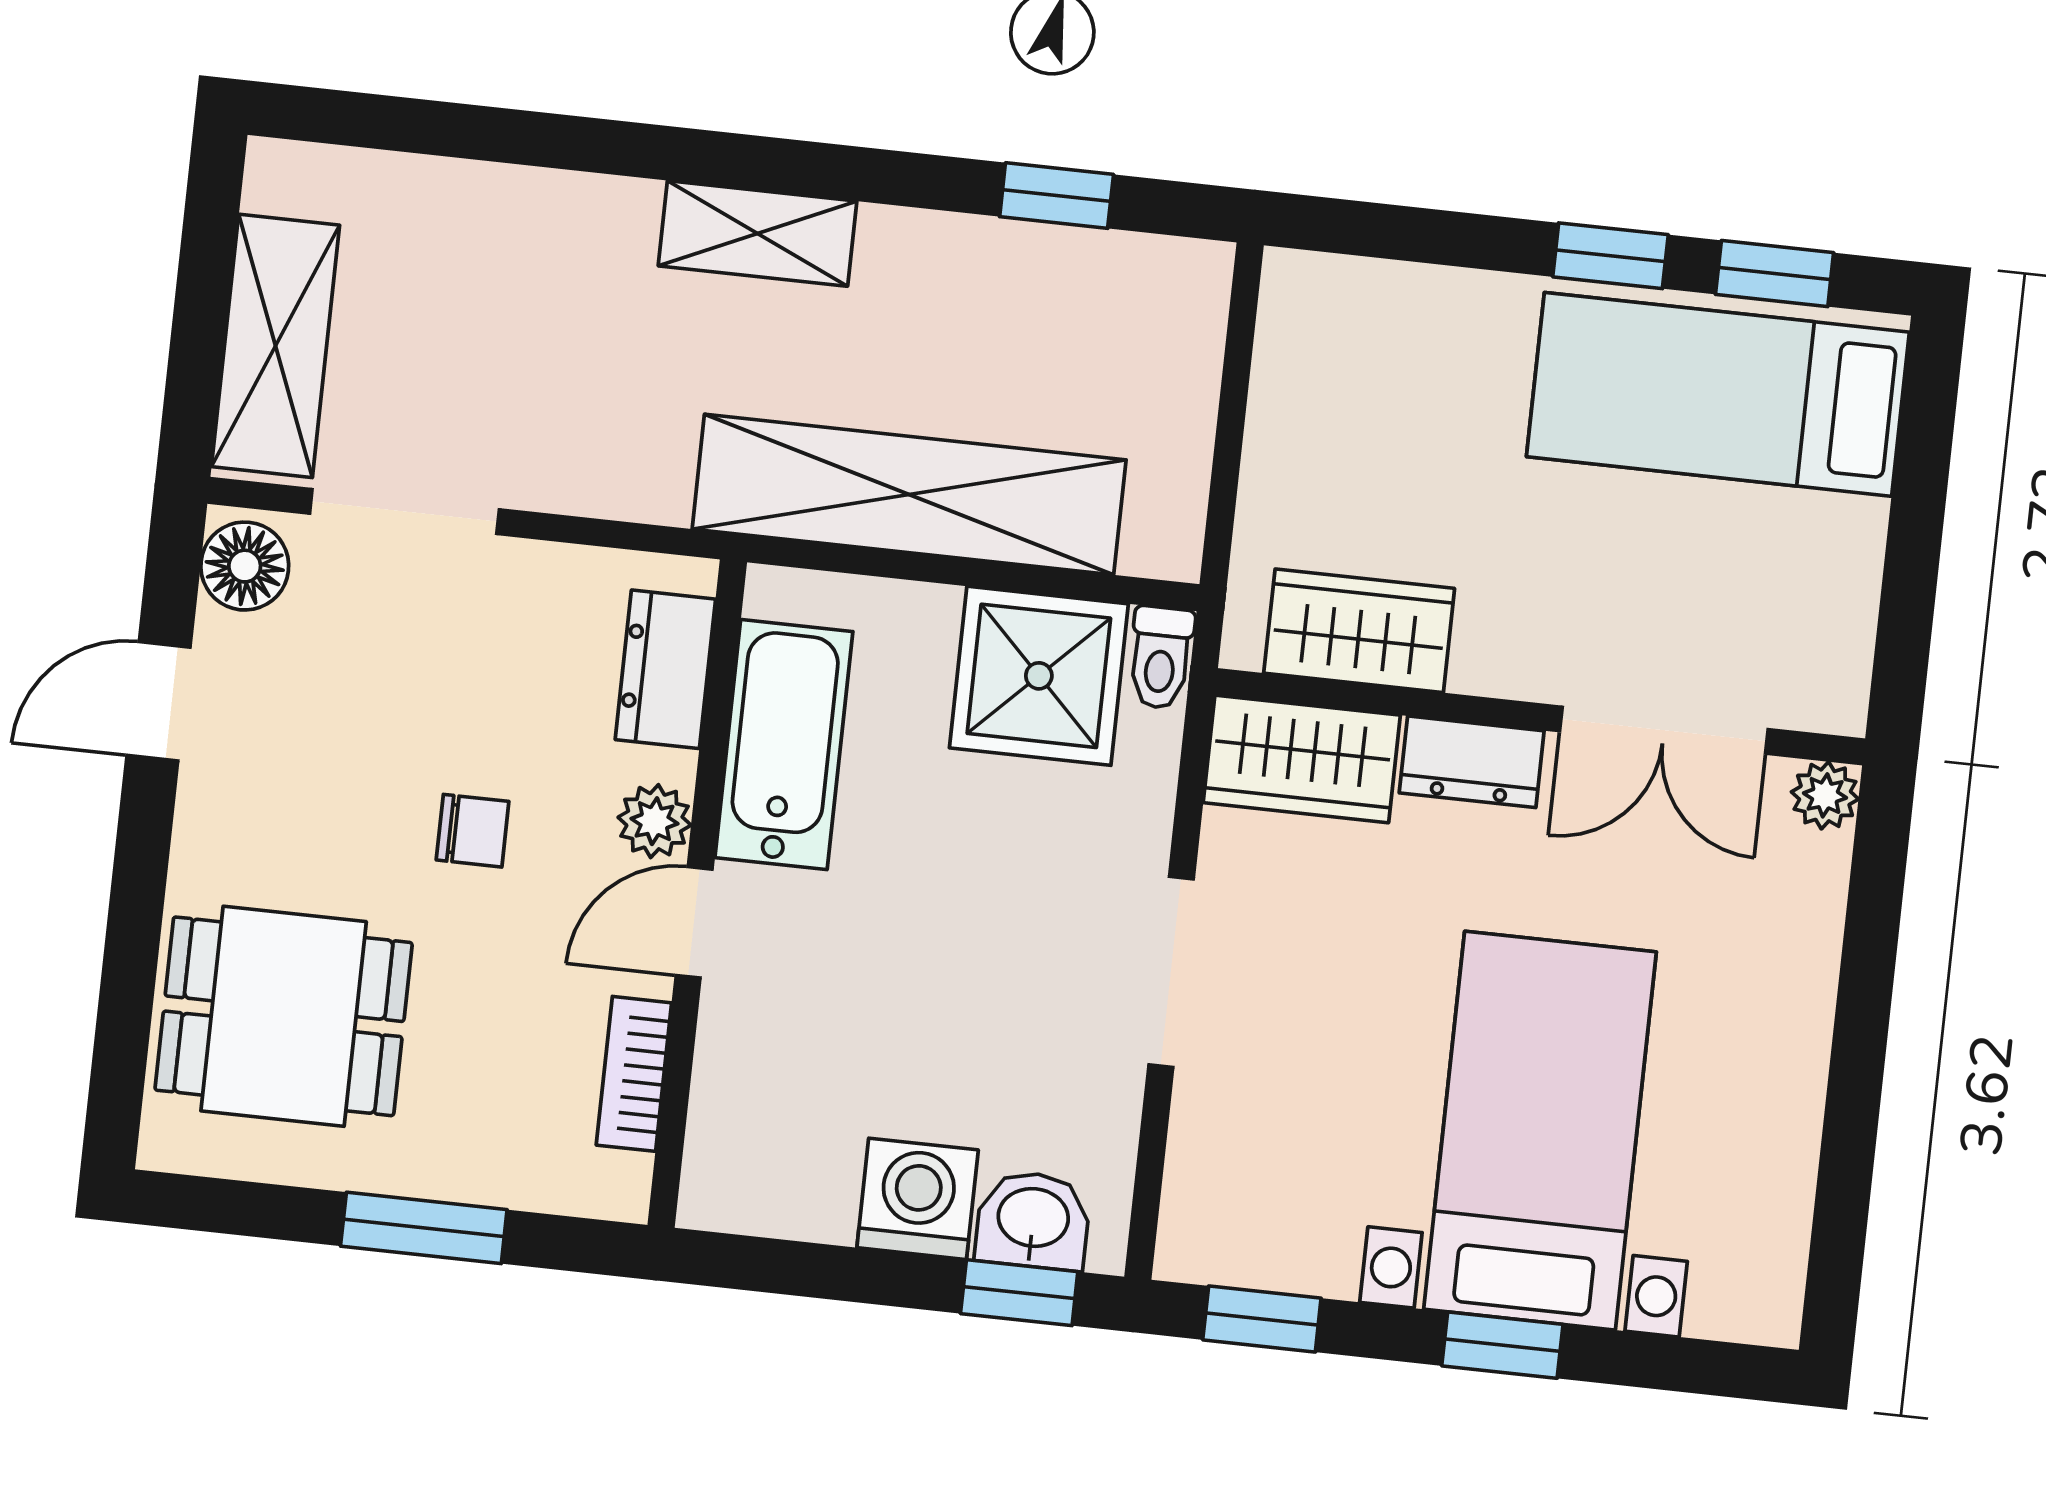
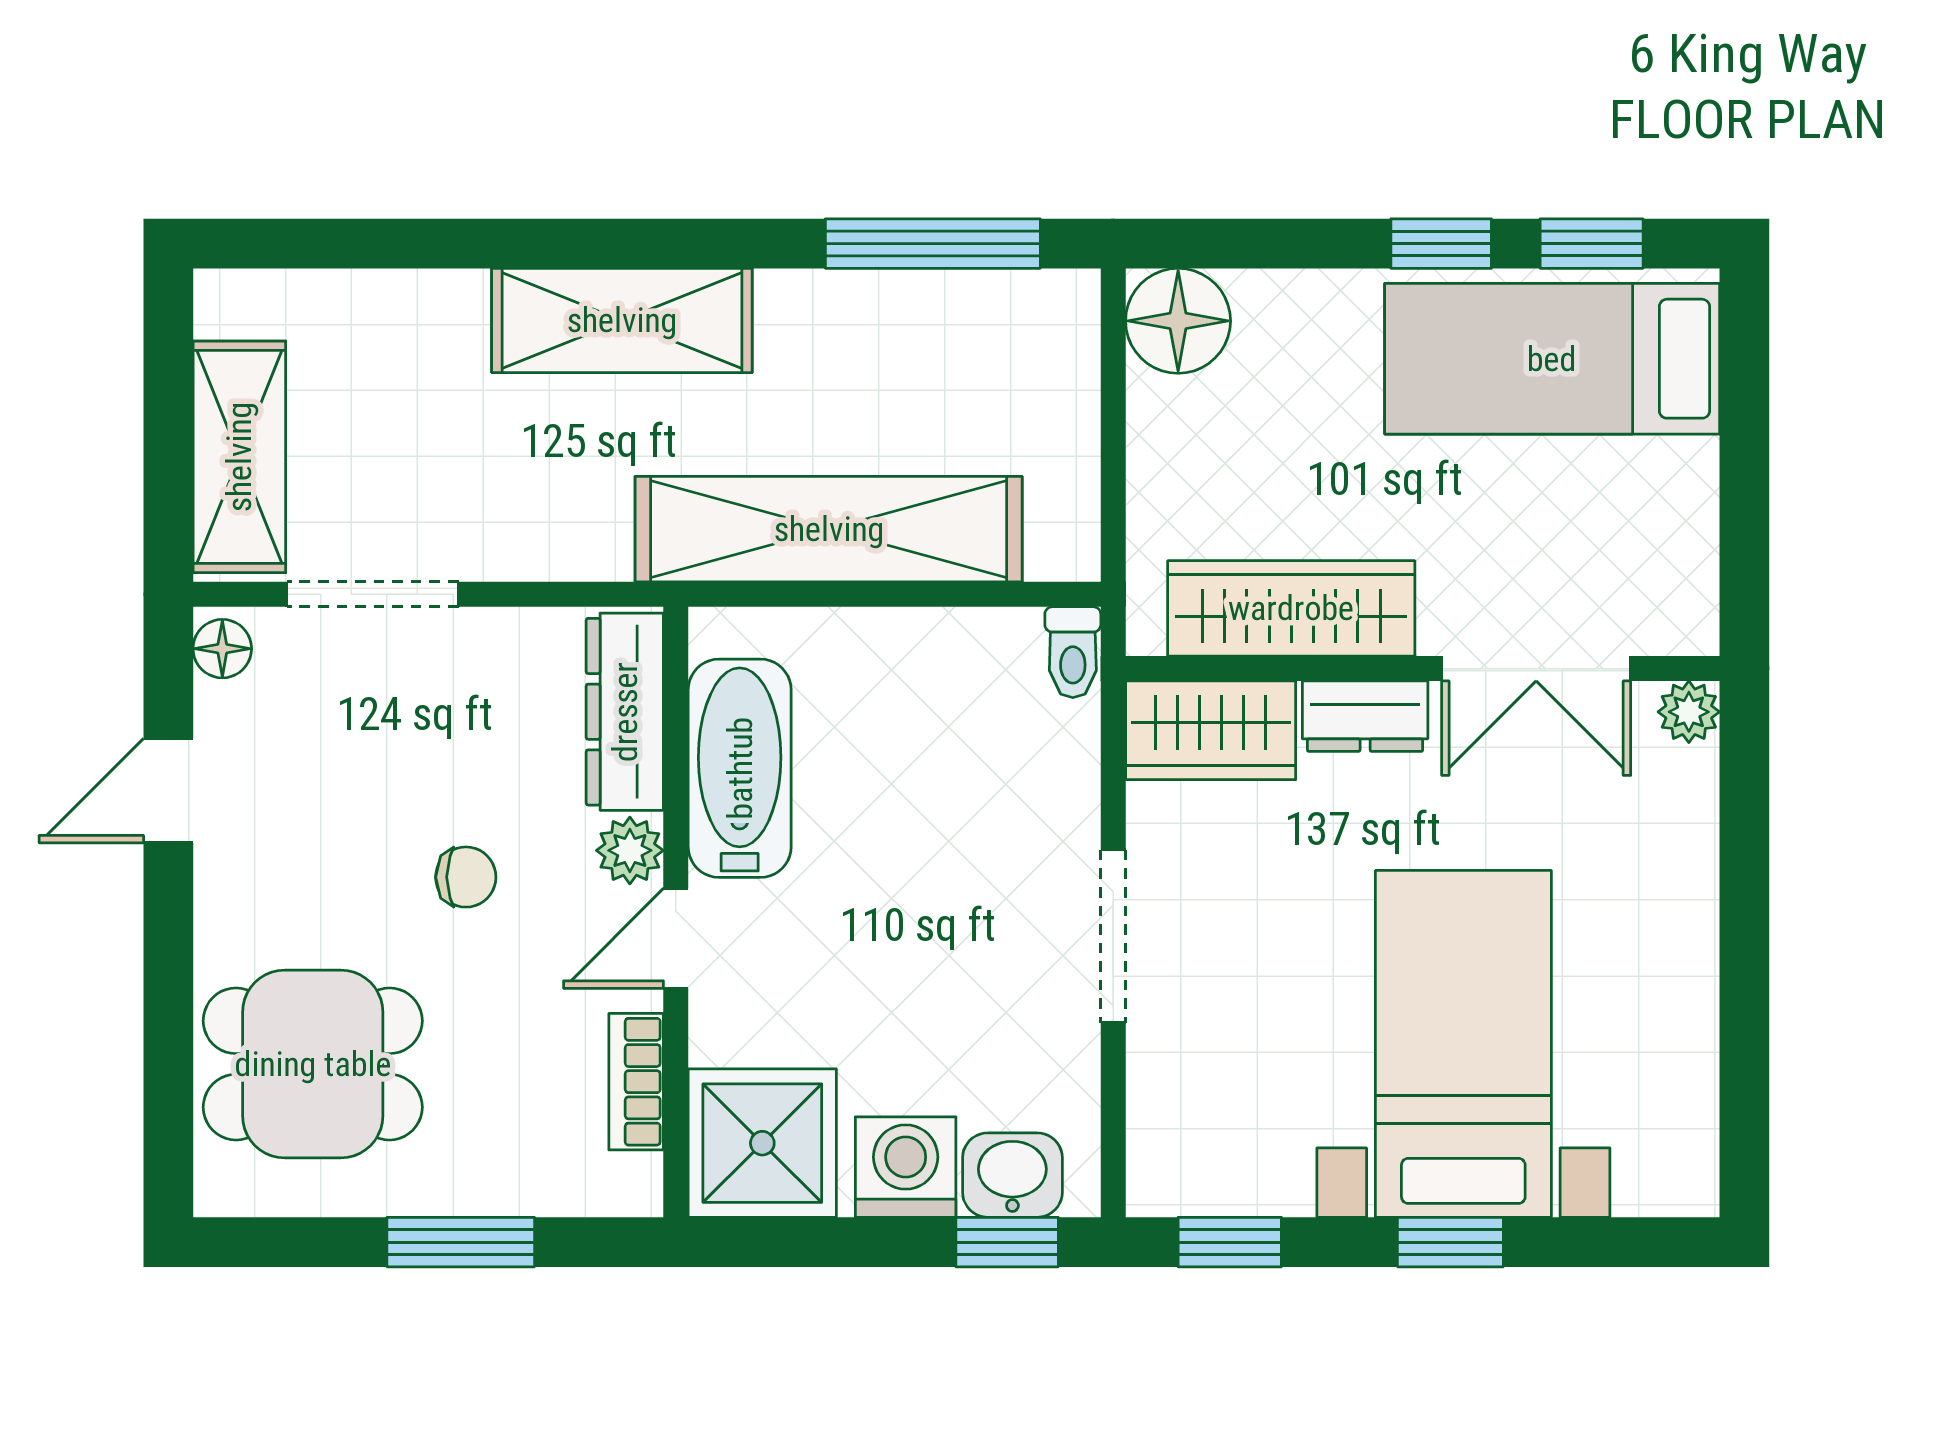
window: (1057, 196) -> (933, 244), width x2.17
shelving: (757, 233) -> (622, 320), width x1.50, depth x1.33
floor lamp: (1315, 309) -> (1178, 321), added
floor lamp: (245, 566) -> (222, 649), width x0.73, depth x0.73
wardrobe: (1359, 631) -> (1291, 608), width x1.50
dresser: (665, 669) -> (625, 712), width x1.44
shower: (1039, 676) -> (762, 1143), moved

